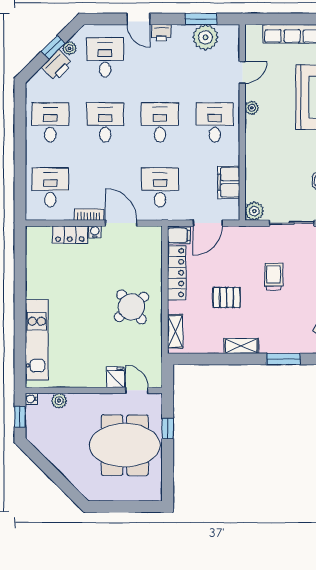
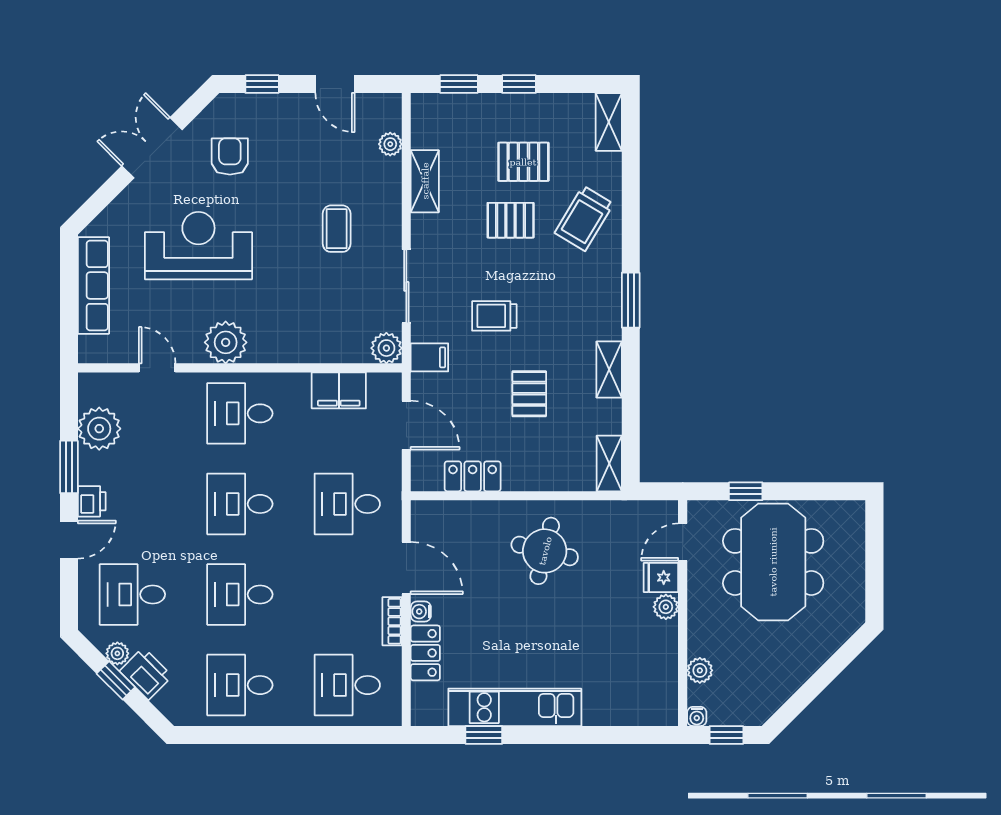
window: (201, 19) -> (69, 467), moved
plant: (252, 108) -> (226, 342), width x1.88, depth x1.88
door: (121, 223) -> (406, 568), swing flipped
filing cabinet: (179, 235) -> (429, 357), moved, turned 90
window: (20, 270) -> (484, 735), added
locker: (177, 273) -> (473, 476), width x0.66
round table: (131, 307) -> (545, 551), turned -37
shelving: (175, 331) -> (609, 463), moved, turned 90
kitchen unit: (37, 340) -> (515, 707), moved
plant: (98, 380) -> (666, 607), added

